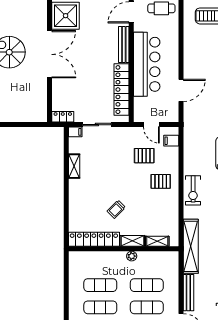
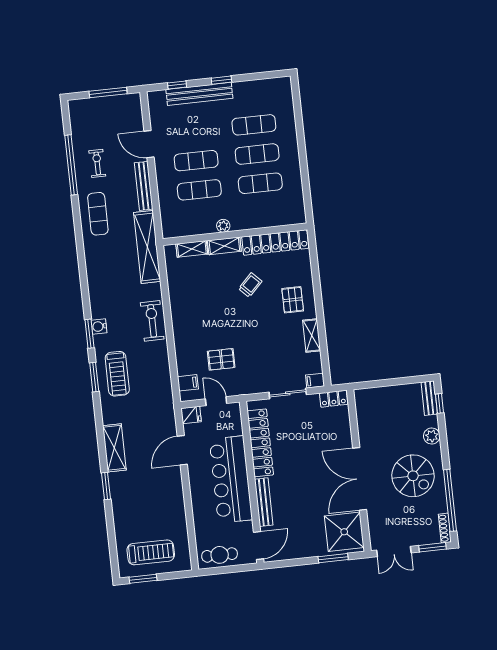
fridge: (171, 116) -> (191, 415), added
pallet: (161, 181) -> (293, 300), moved, turned 90

